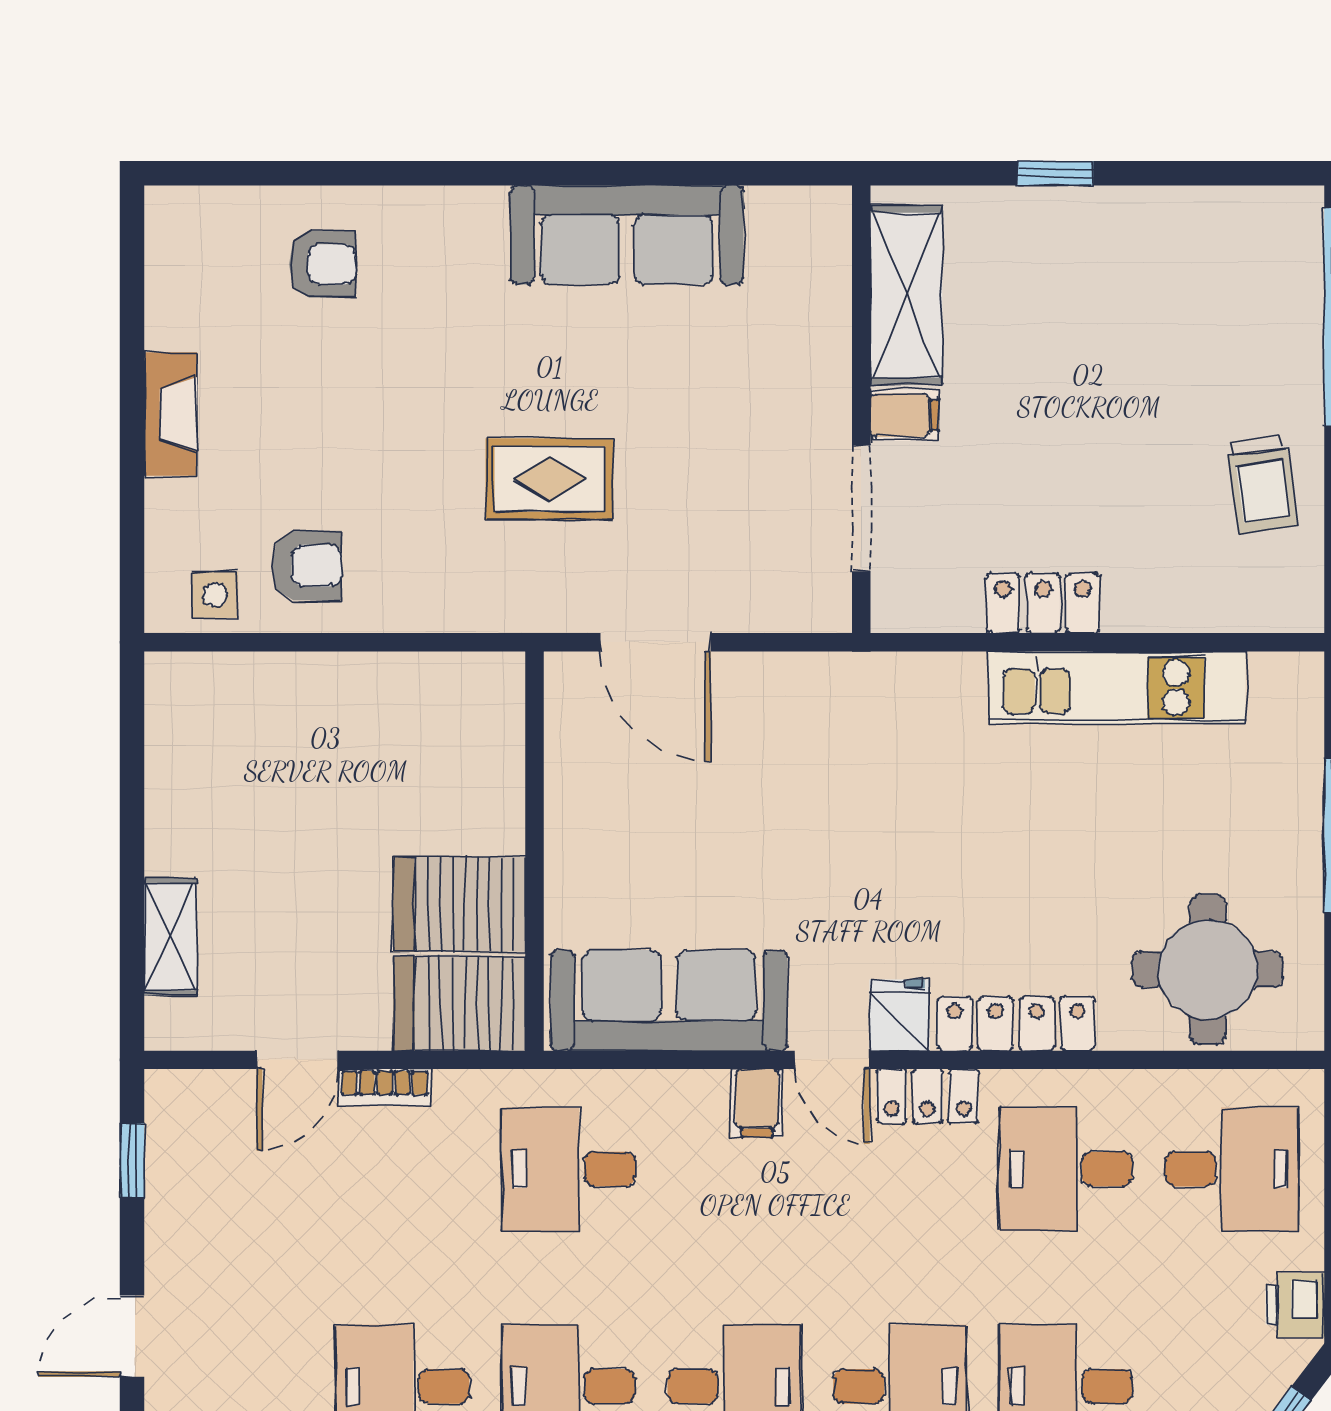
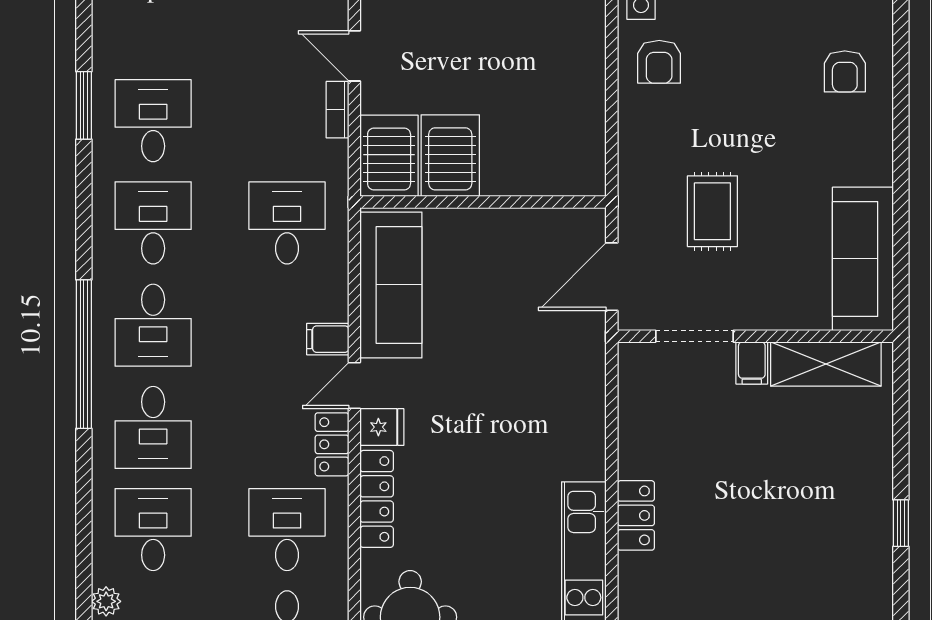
shelving: (906, 295) -> (826, 364), moved
wall: (861, 409) -> (755, 336), moved
filing cabinet: (905, 415) -> (752, 363), moved
doorway: (861, 508) -> (695, 336), moved

